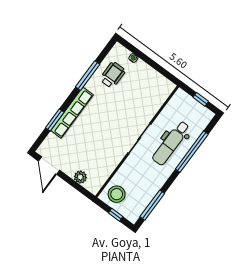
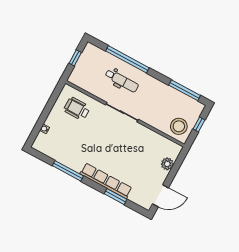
wheelchair: (113, 75) -> (77, 109), moved
dental chair: (171, 143) -> (122, 81), width x0.73, depth x0.72

